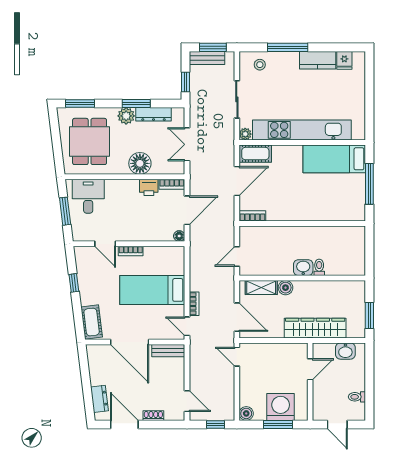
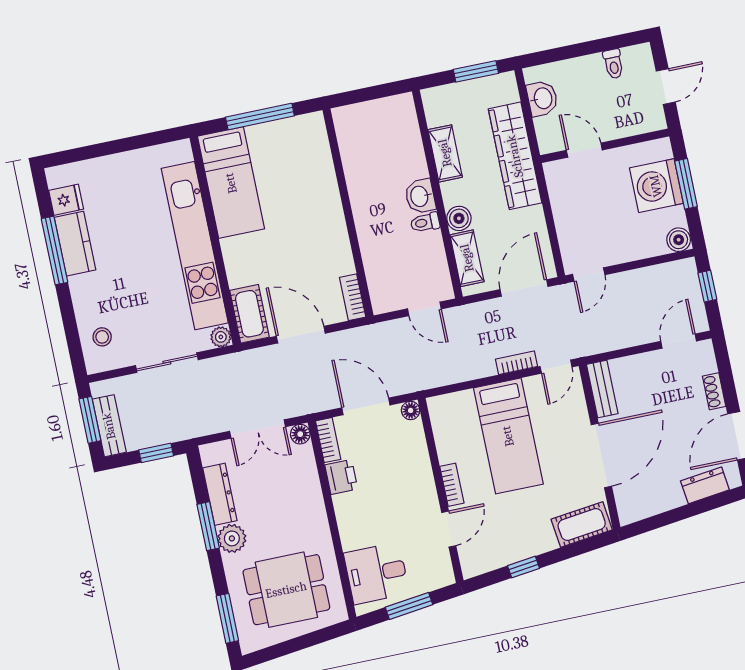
window: (288, 47) -> (55, 251), moved
floor lamp: (140, 163) -> (300, 434), moved, width x0.53, depth x0.53
toilet: (319, 267) -> (425, 222), moved
shelving: (325, 288) -> (445, 153), added

